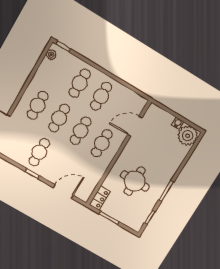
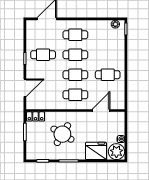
cafe table: (80, 83) -> (108, 55), removed
door: (135, 126) -> (101, 111), hinge flipped
fridge: (174, 157) -> (96, 151), added
round table: (135, 181) -> (62, 134), turned 31
door: (63, 191) -> (25, 88), hinge flipped

